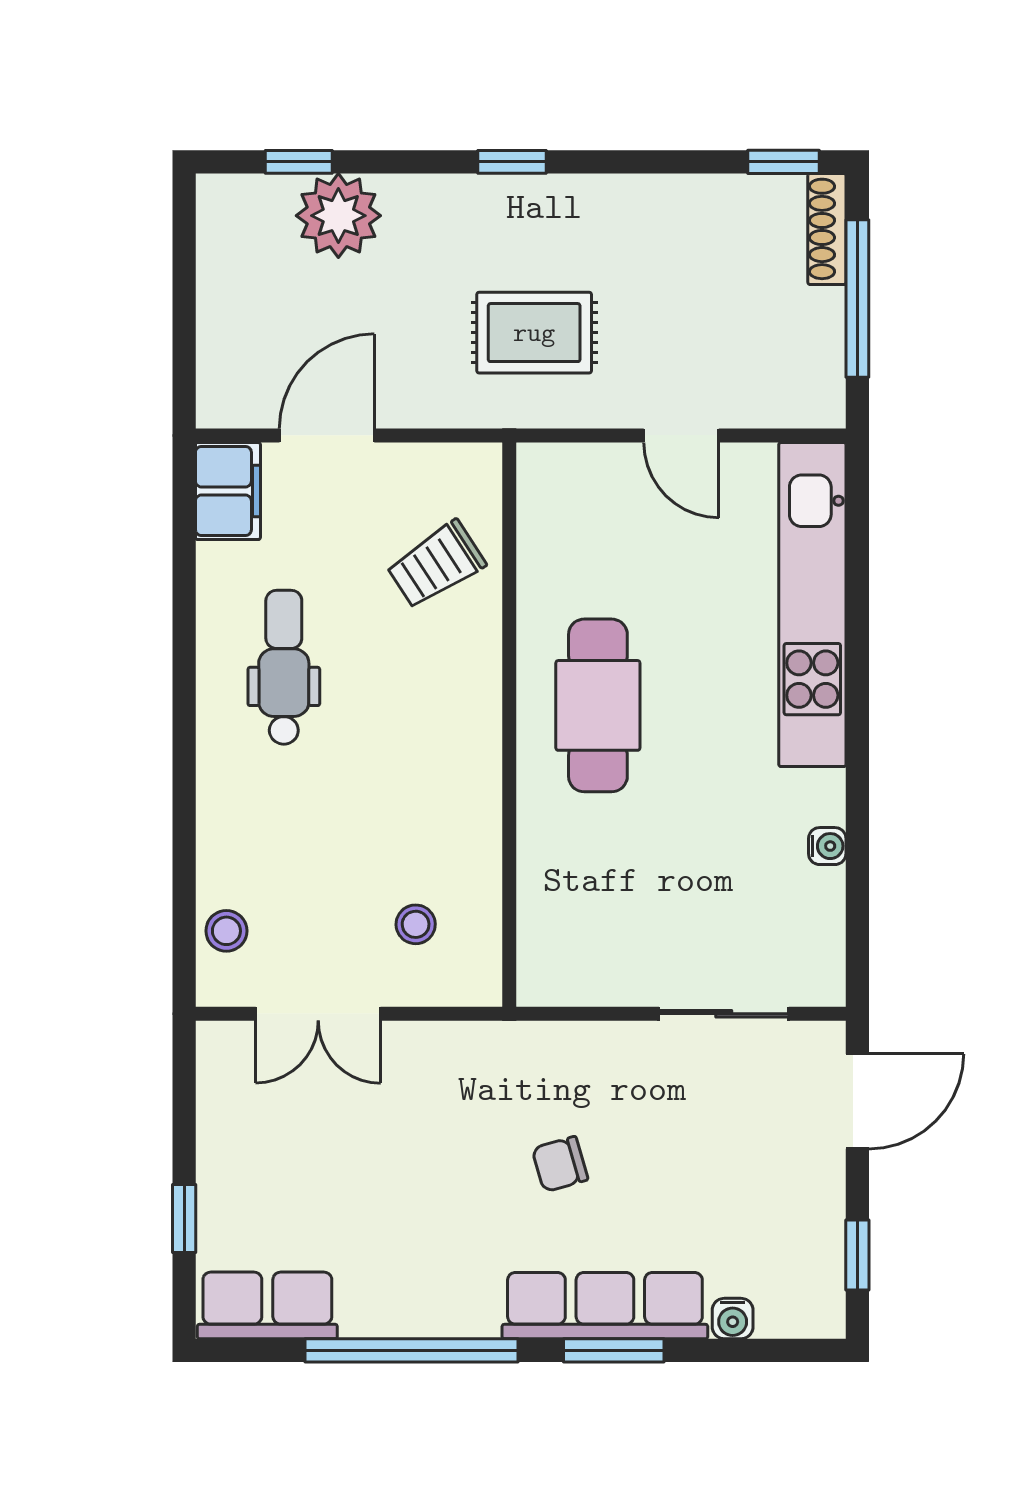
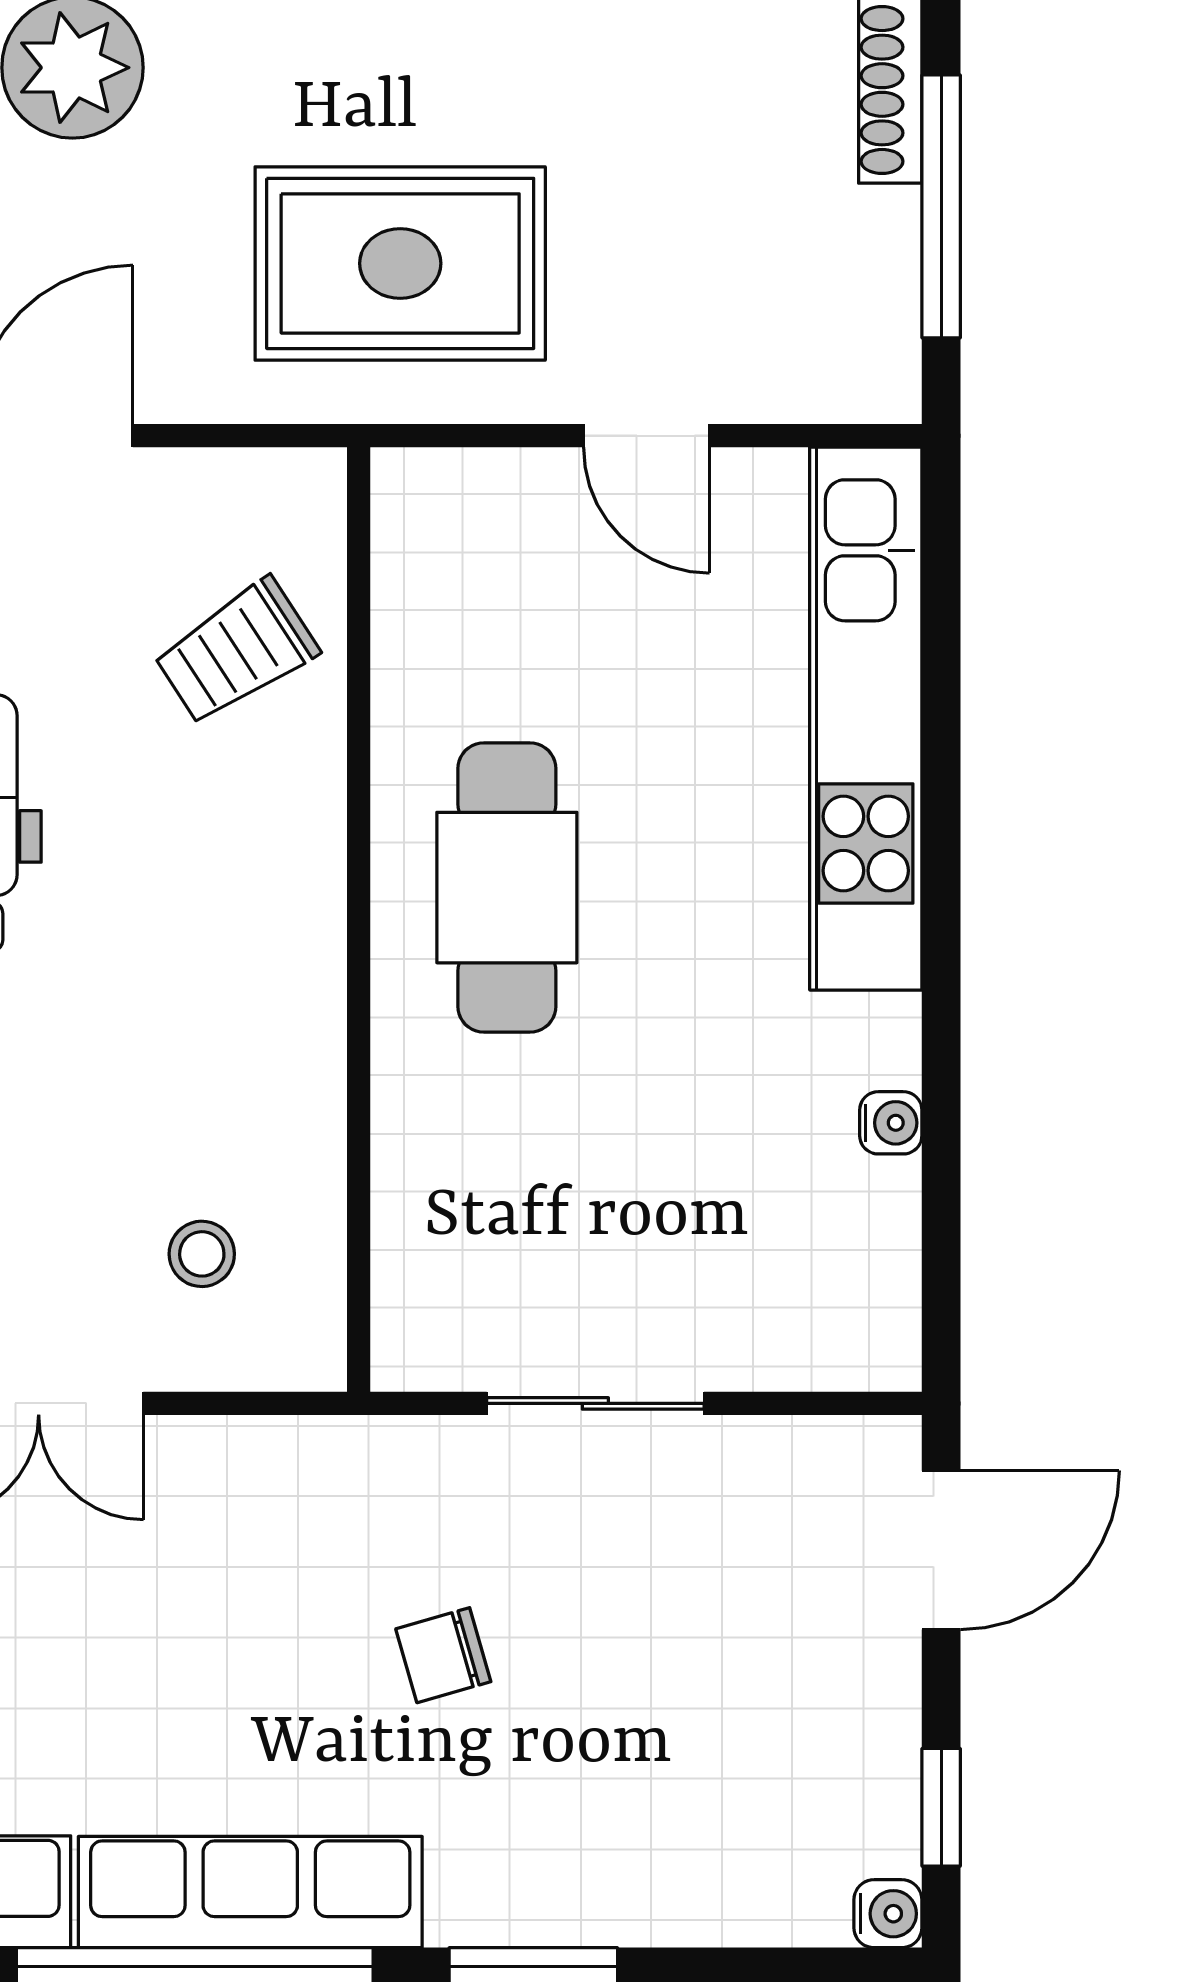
rug: (534, 333) -> (400, 263), width x1.36, depth x1.43
sliding door: (724, 1014) -> (595, 1403), moved
row of seats: (605, 1306) -> (250, 1892), moved
water cooler: (733, 1319) -> (888, 1914), moved, turned -90

